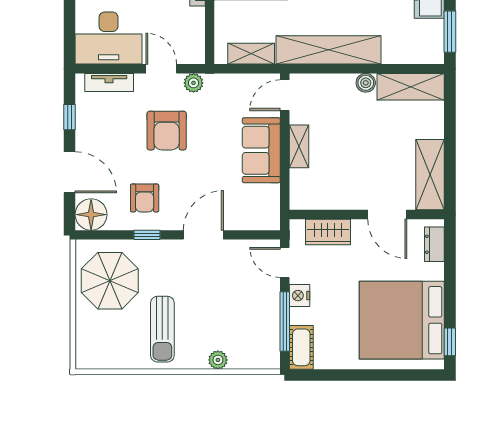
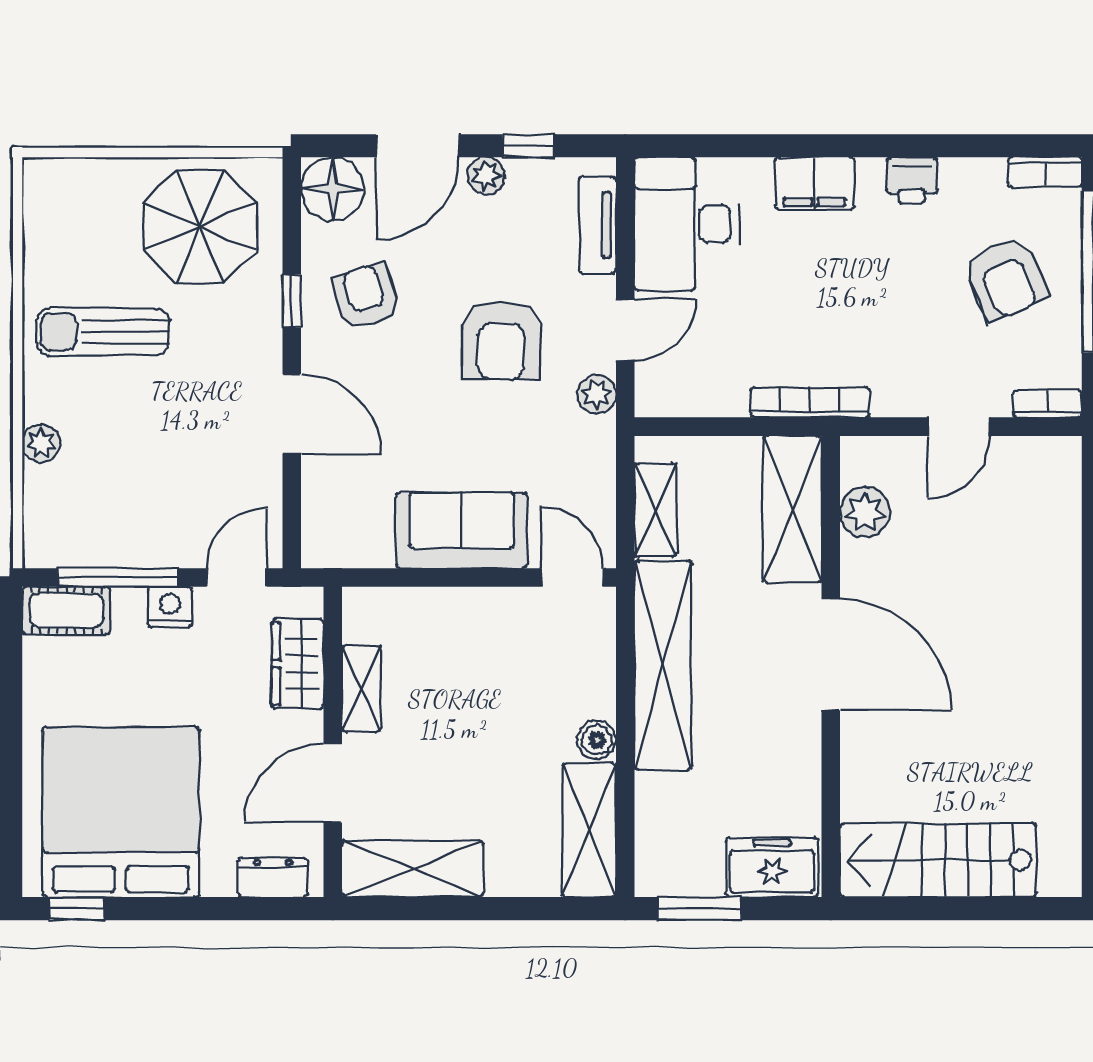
armchair: (167, 131) -> (501, 340), turned -90
plant: (85, 138) -> (486, 176), added
shelving: (299, 146) -> (361, 689), moved, turned 90
armchair: (145, 198) -> (366, 296), turned 73

